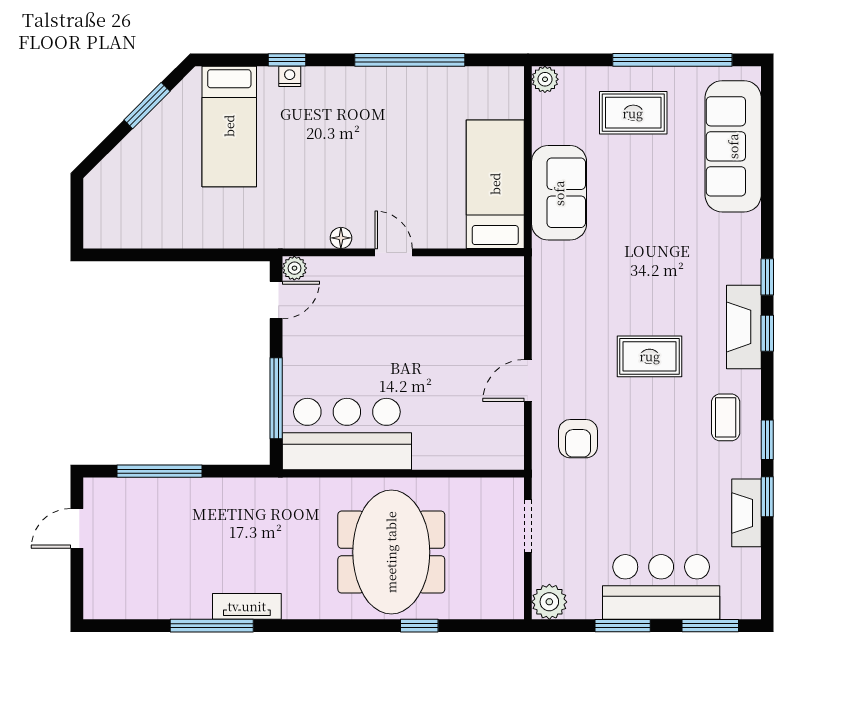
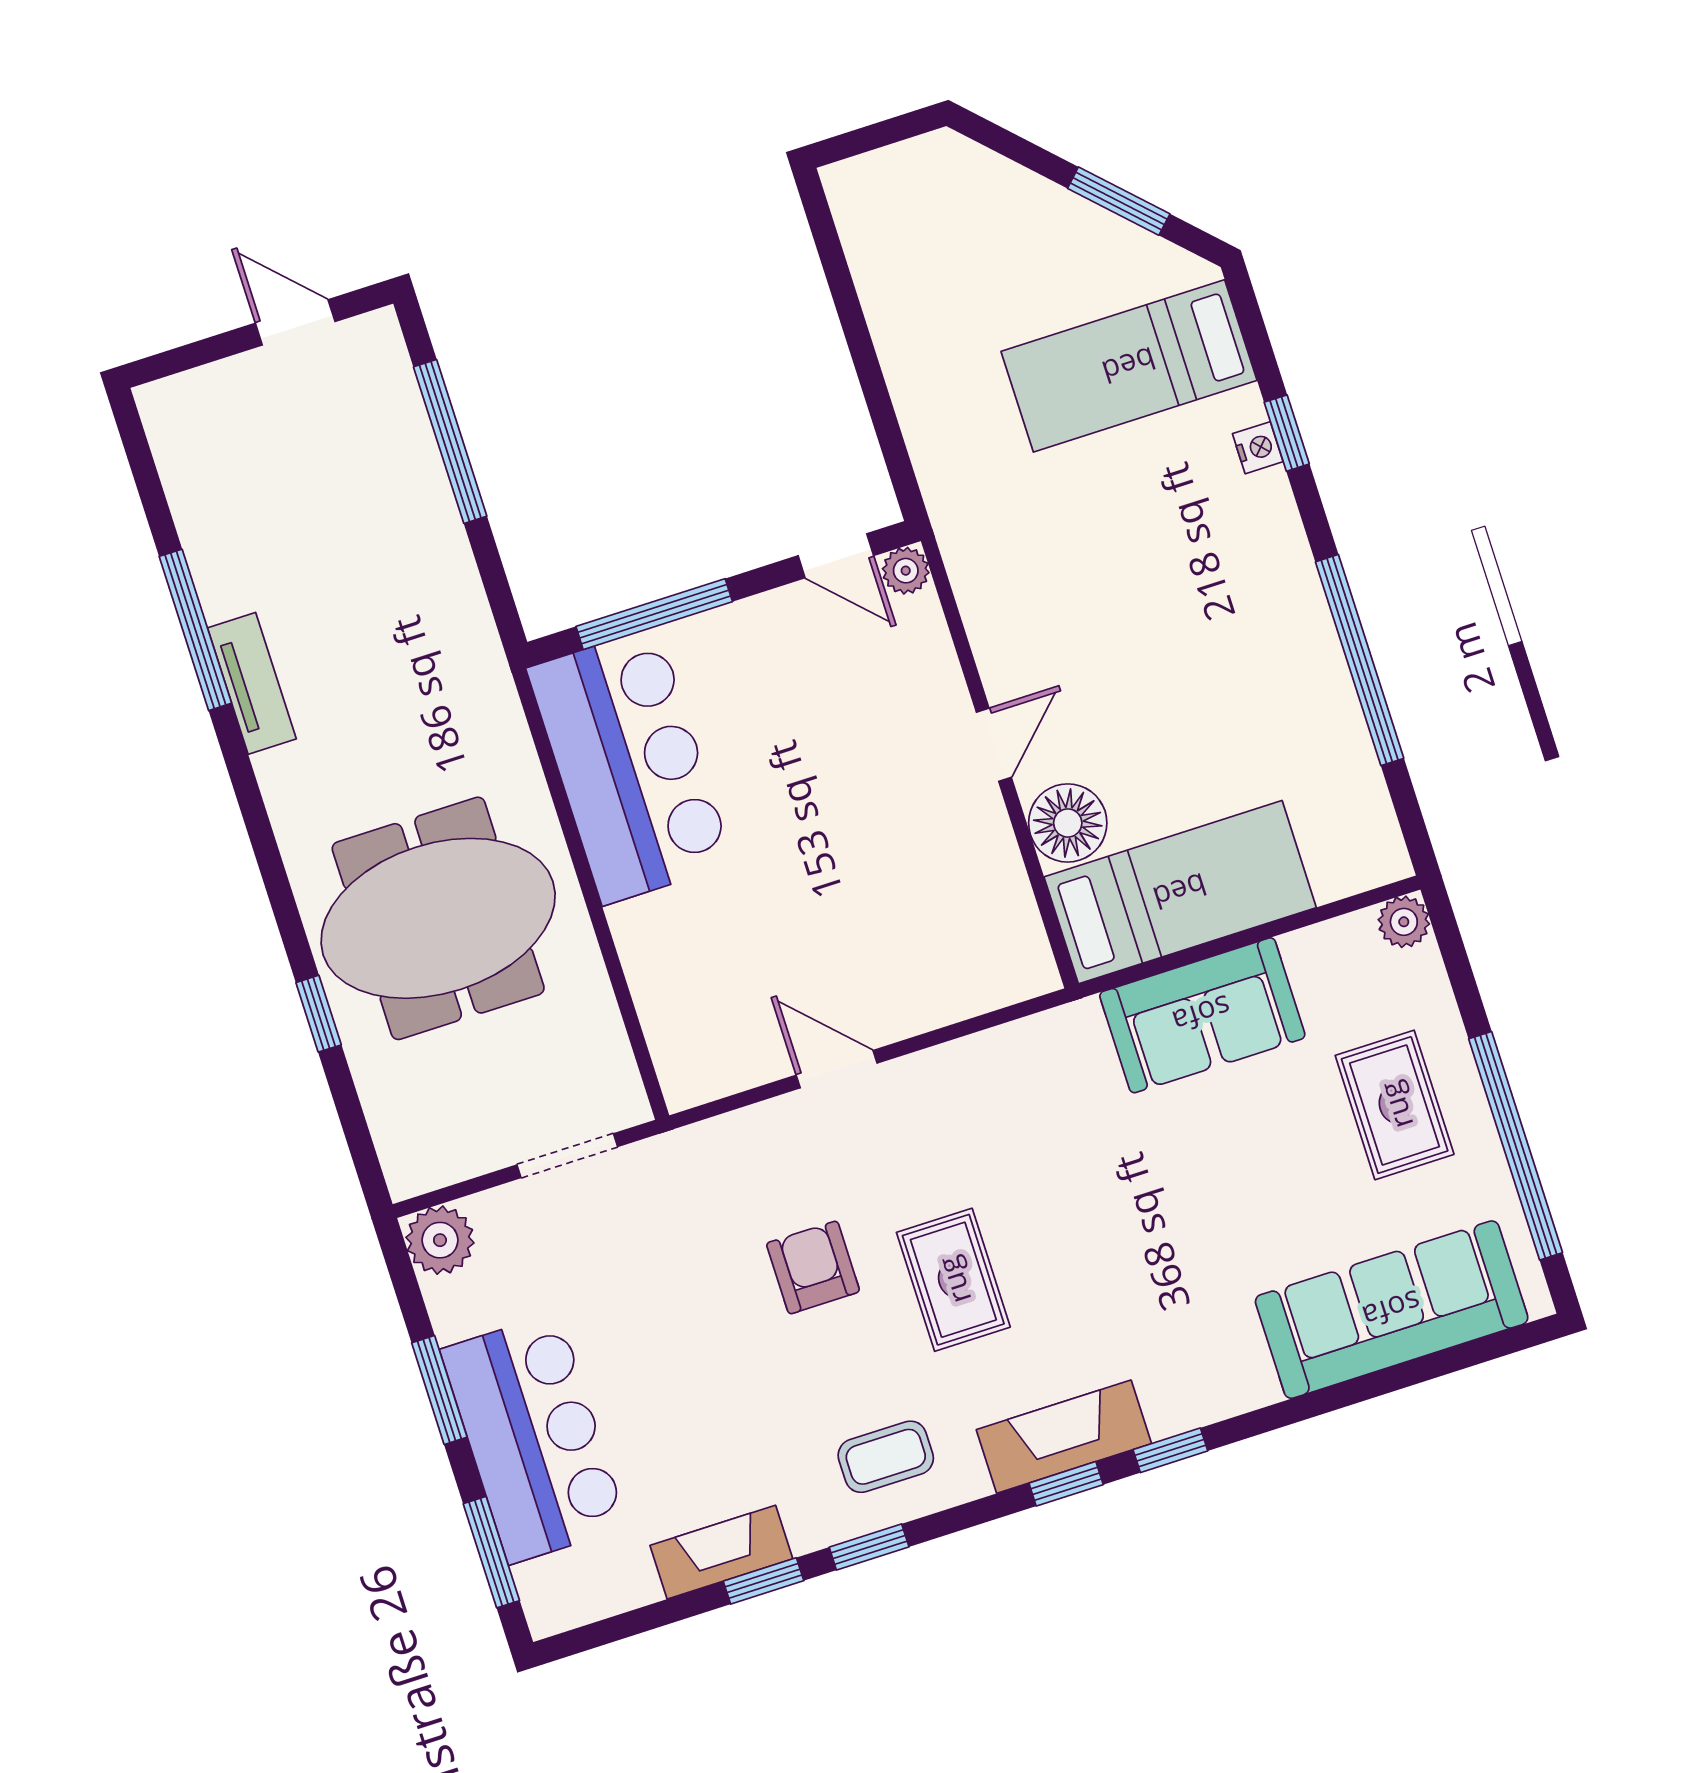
floor lamp: (341, 238) -> (1068, 823), moved, width x1.89, depth x1.89
armchair: (578, 439) -> (813, 1267), moved, turned 90

